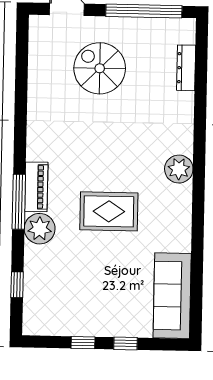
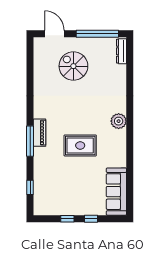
dresser: (186, 68) -> (121, 51), moved
plant: (40, 229) -> (42, 156), removed

